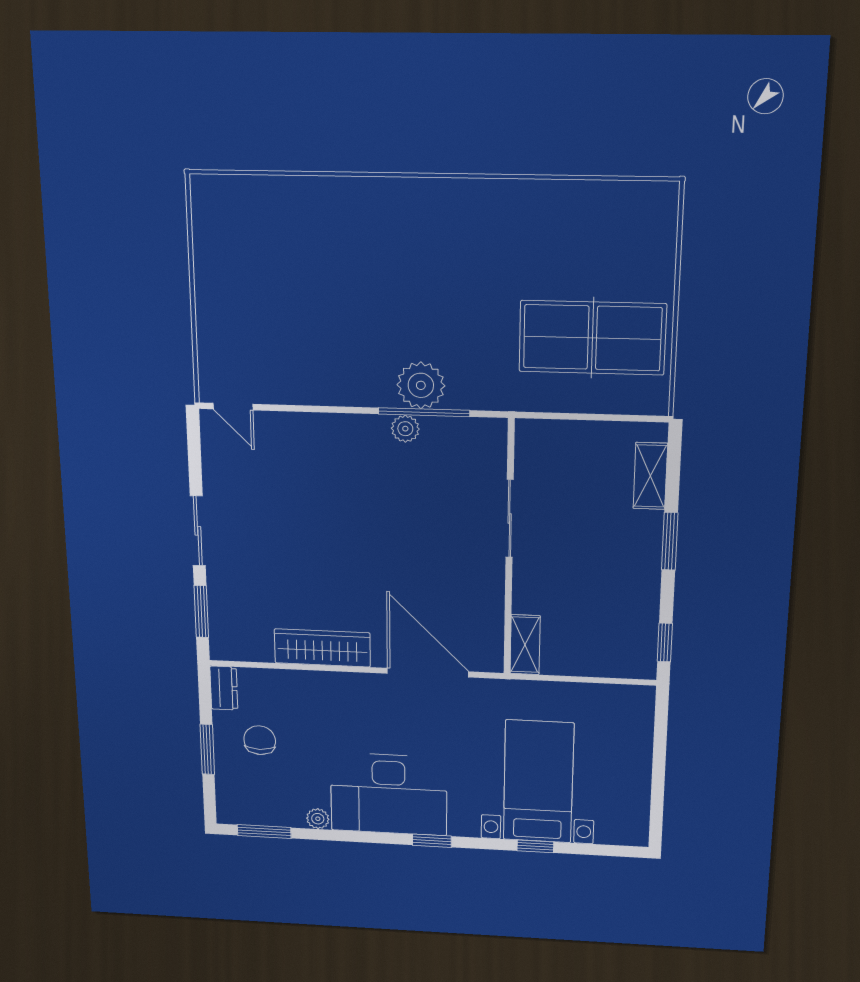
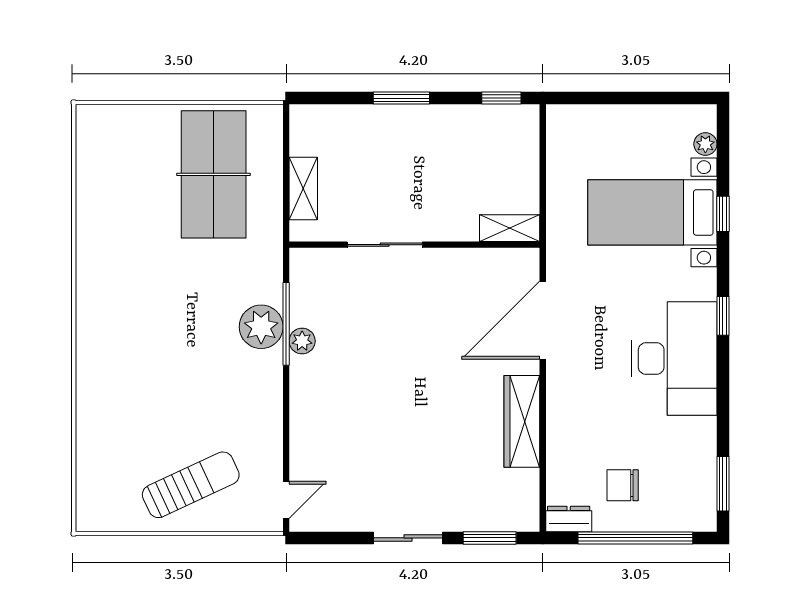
sun lounger: (246, 304) -> (191, 485), added
shelving: (650, 476) -> (303, 189), moved, turned 90
window: (207, 749) -> (635, 538), width x2.11
plant: (318, 819) -> (705, 144), moved

